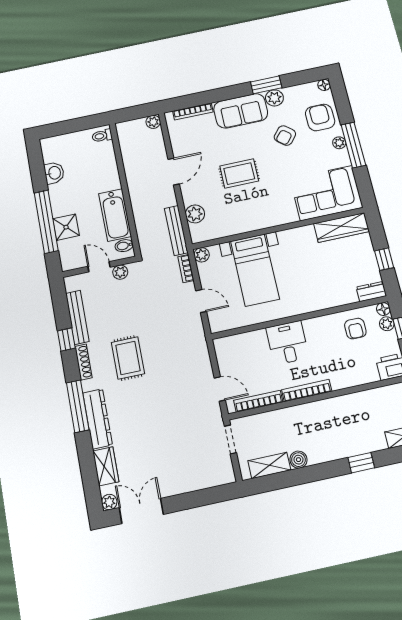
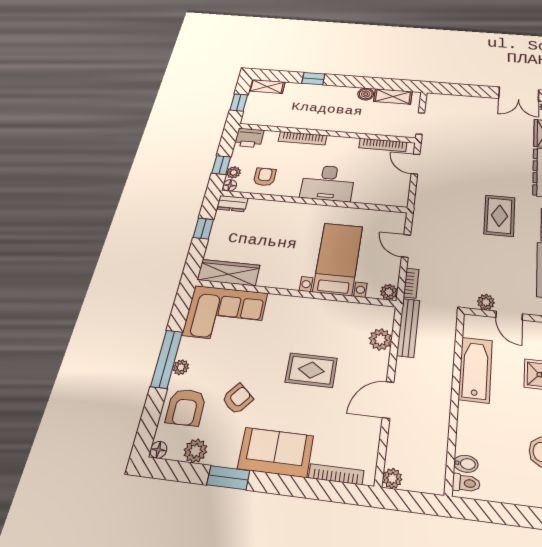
plant: (274, 98) -> (195, 451), moved
bidet: (124, 246) -> (466, 464), moved
desk: (287, 343) -> (328, 183), width x1.37
bookcase: (307, 390) -> (303, 138), moved

